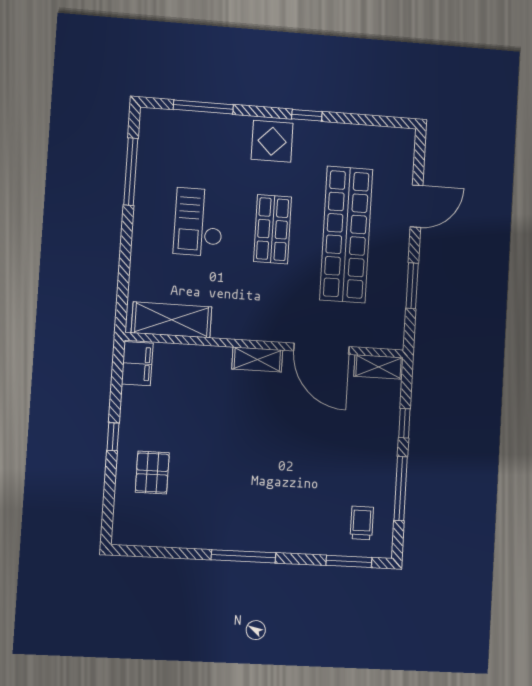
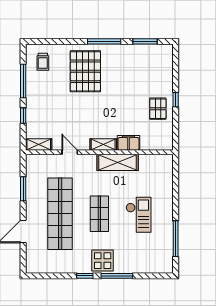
window: (203, 107) -> (117, 276), moved
shelving: (172, 320) -> (118, 162), moved
door: (321, 349) -> (70, 152), width x0.53
filing cabinet: (137, 364) -> (128, 143), moved, turned 90
pallet: (152, 473) -> (158, 109), moved
pallet: (283, 501) -> (85, 71), added
window: (349, 561) -> (145, 41), moved

